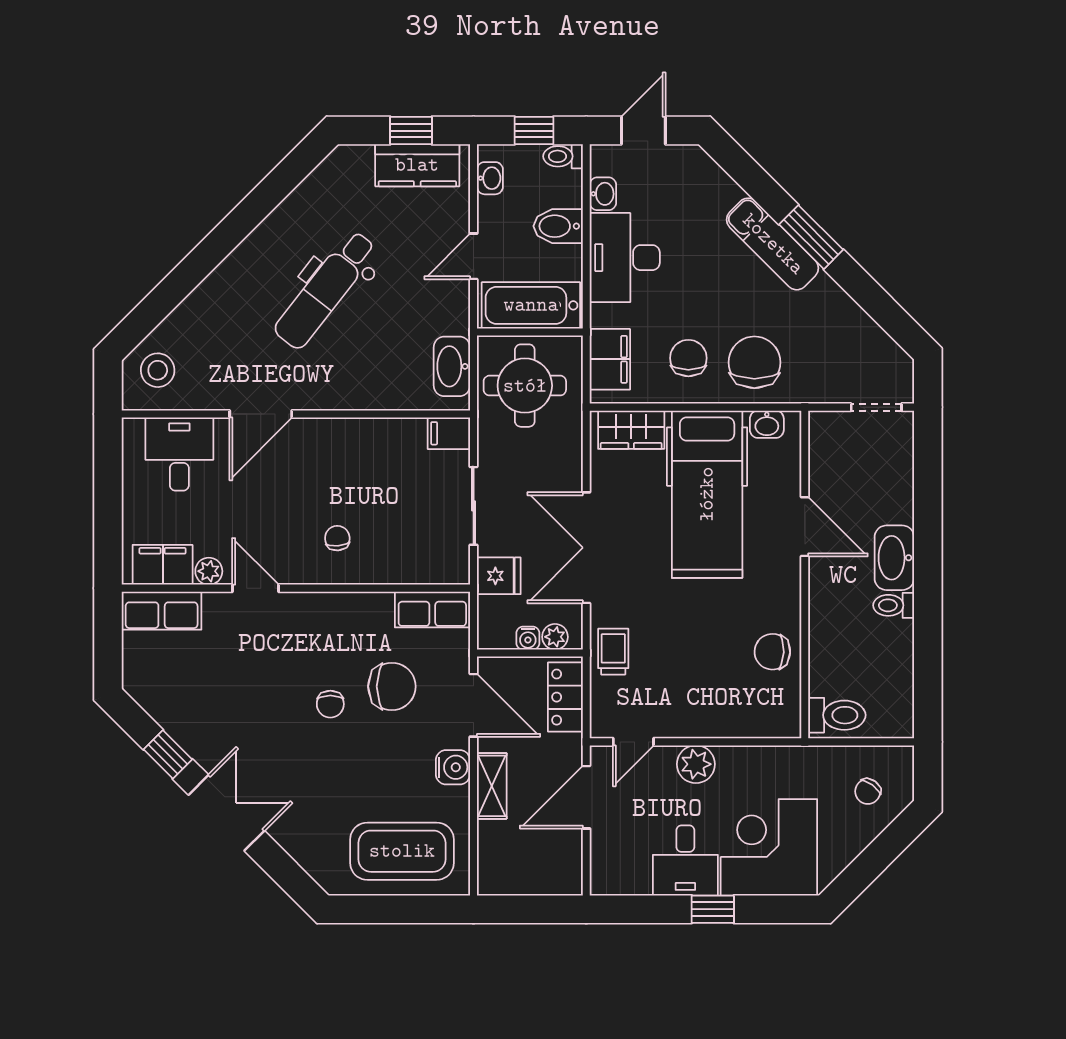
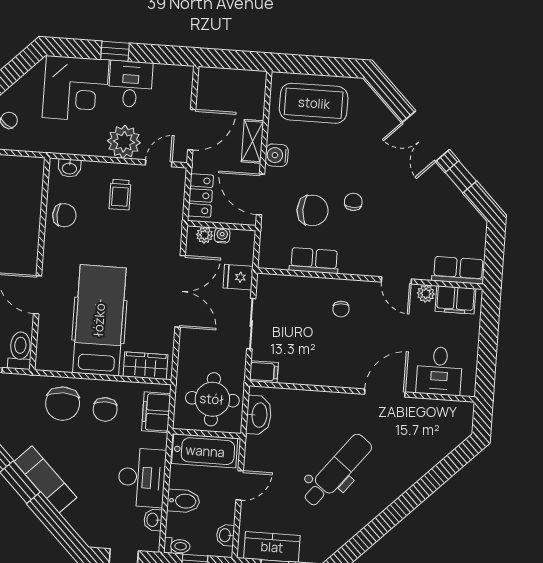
stool: (158, 370) -> (450, 426), removed
washbasin: (767, 424) -> (69, 168), moved, turned 180
row of seats: (432, 609) -> (314, 261), moved
trolley: (613, 652) -> (120, 195), moved
chair: (392, 686) -> (313, 210), turned 180
toilet: (837, 715) -> (20, 350), moved, turned 90
plant: (696, 764) -> (124, 142), width x1.36, depth x1.36

